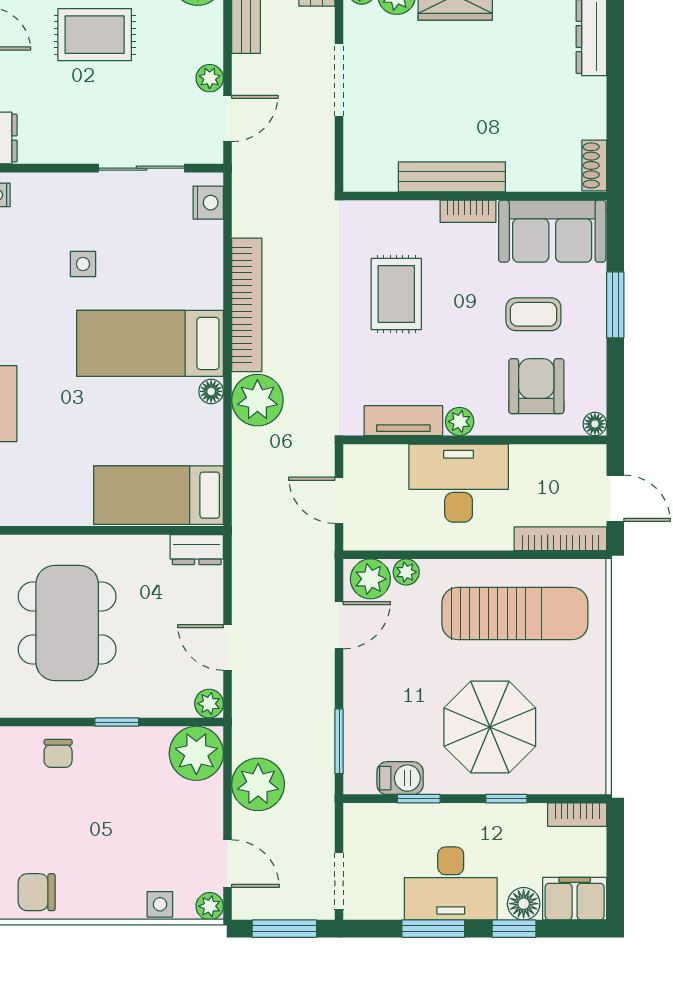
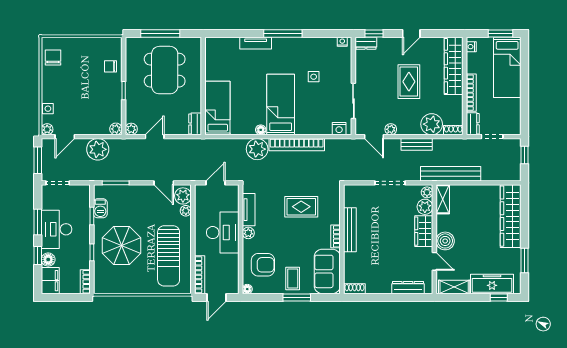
coffee table: (533, 314) -> (293, 278), moved
dining table: (67, 623) -> (165, 70), turned 90
plant: (196, 753) -> (116, 129), width x0.53, depth x0.53

